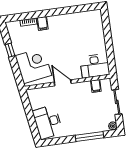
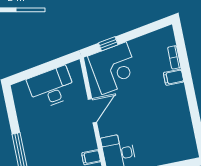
window: (10, 50) -> (108, 44), moved
desk: (48, 122) -> (51, 88), moved

